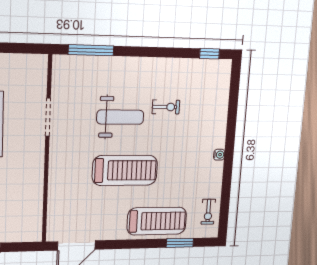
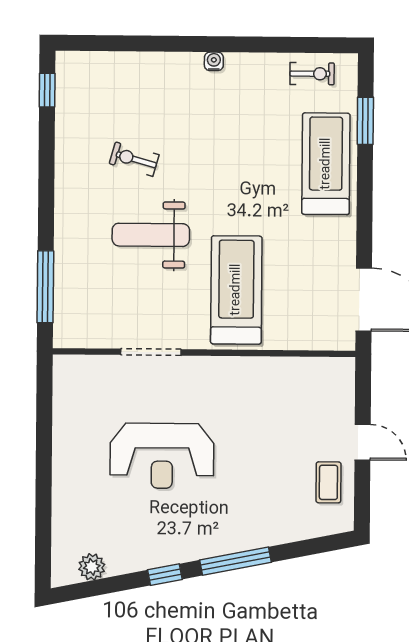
exercise bike: (166, 107) -> (134, 159), turned -74
weight bench: (120, 117) -> (151, 235), turned -90
treadmill: (125, 170) -> (236, 290), moved

